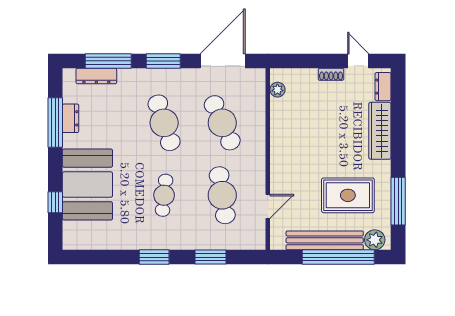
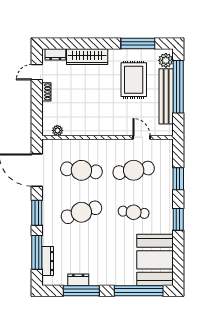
cafe table: (222, 123) -> (81, 170), turned 30
booth: (87, 185) -> (155, 260), moved, turned 90
window: (55, 202) -> (139, 291), width x3.17

